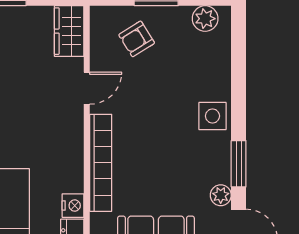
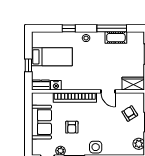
armchair: (168, 170) -> (72, 127), added

